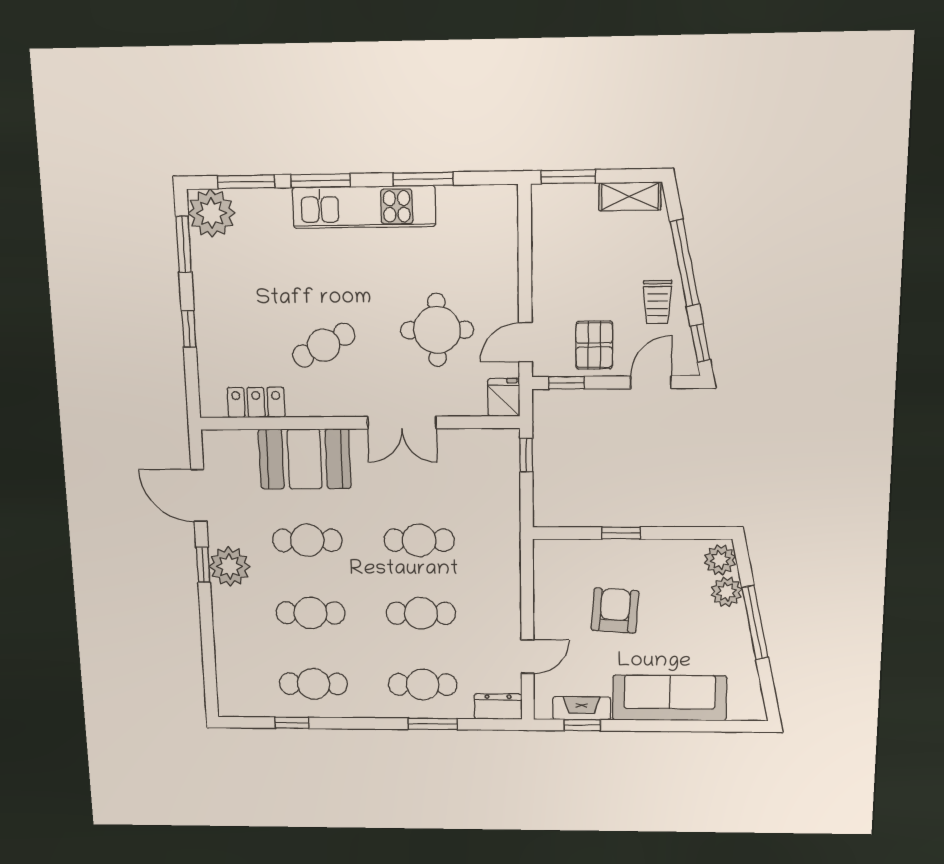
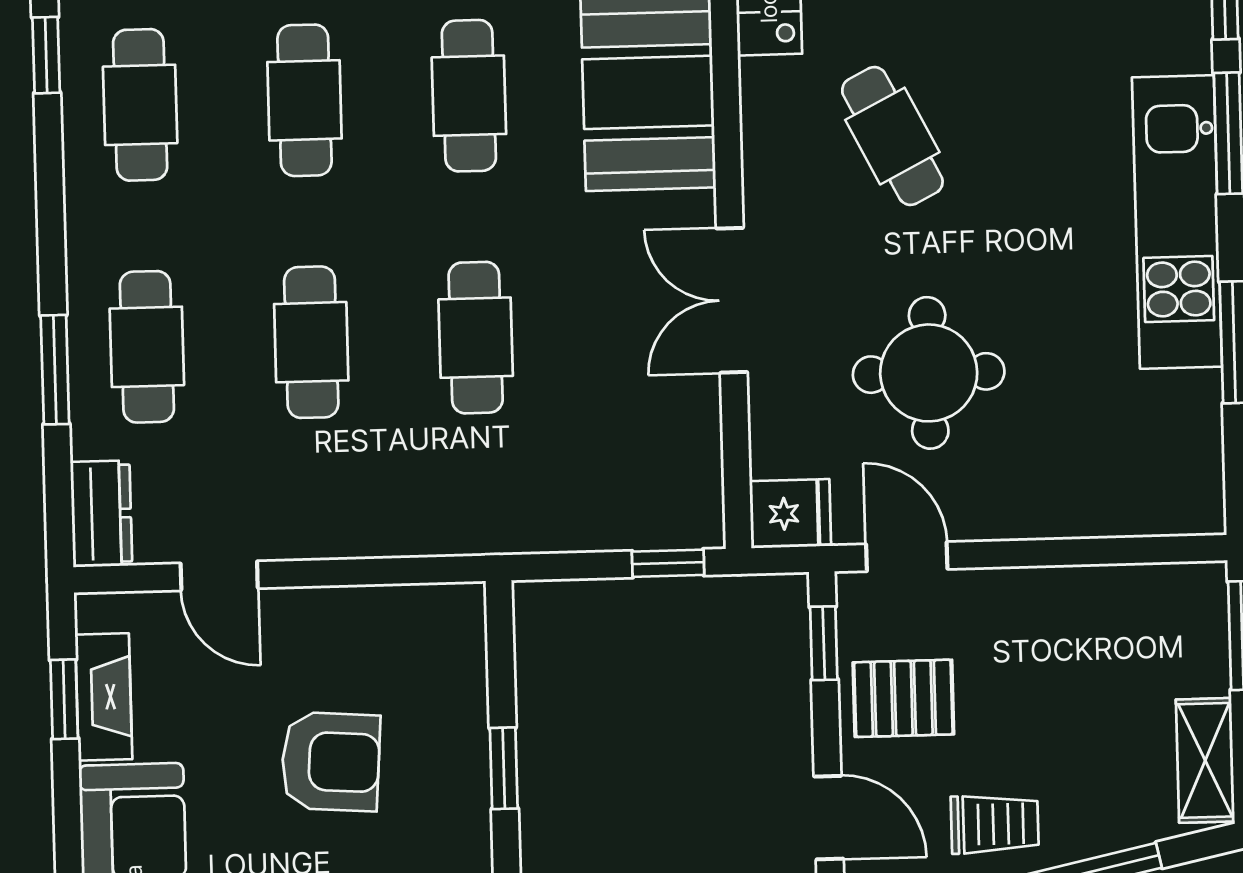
trolley: (657, 302) -> (995, 824), turned 180

